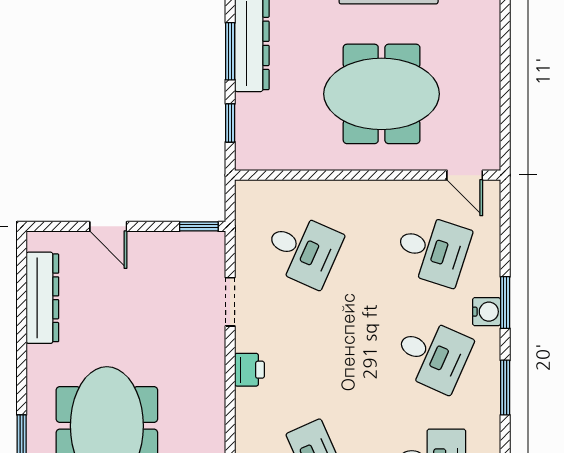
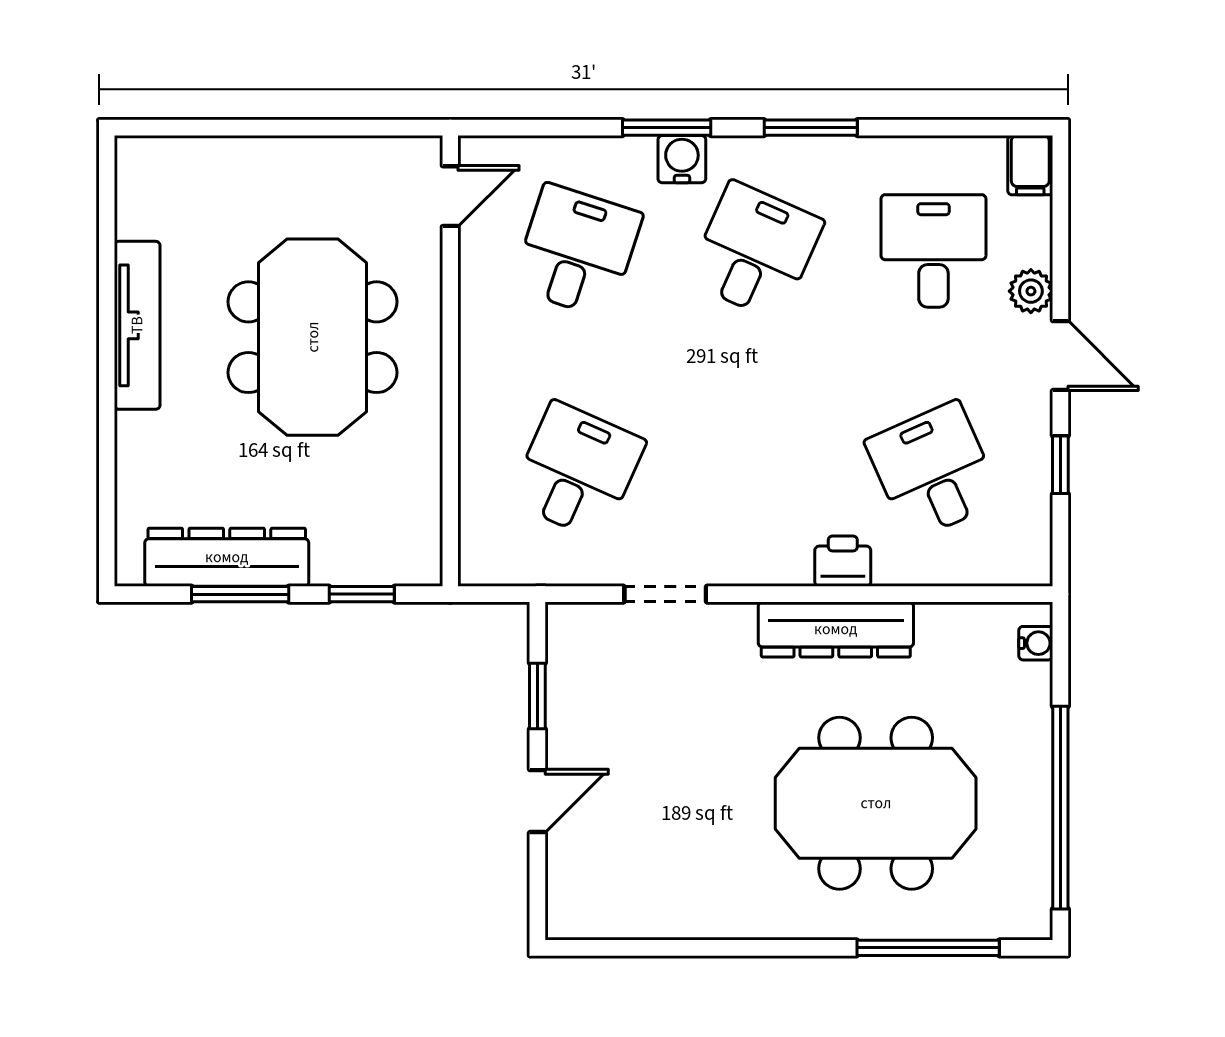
window: (199, 226) -> (537, 696), moved
dresser: (42, 298) -> (836, 629), moved, turned 180
printer: (250, 370) -> (843, 561), moved

